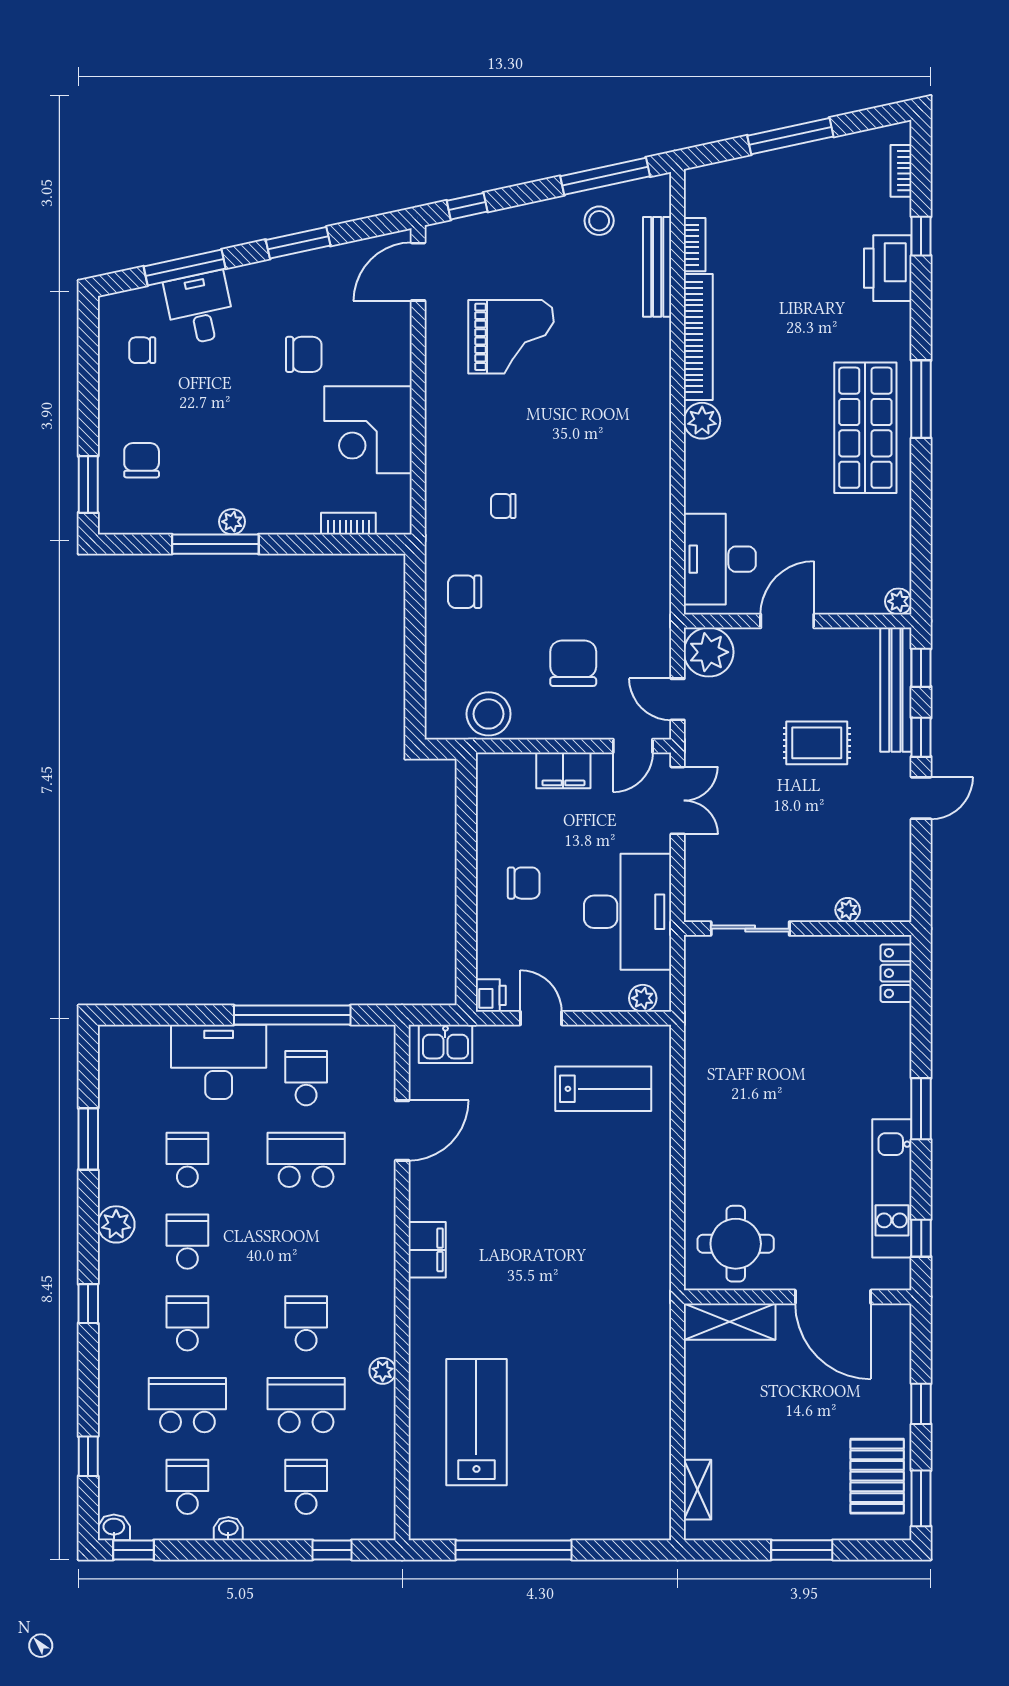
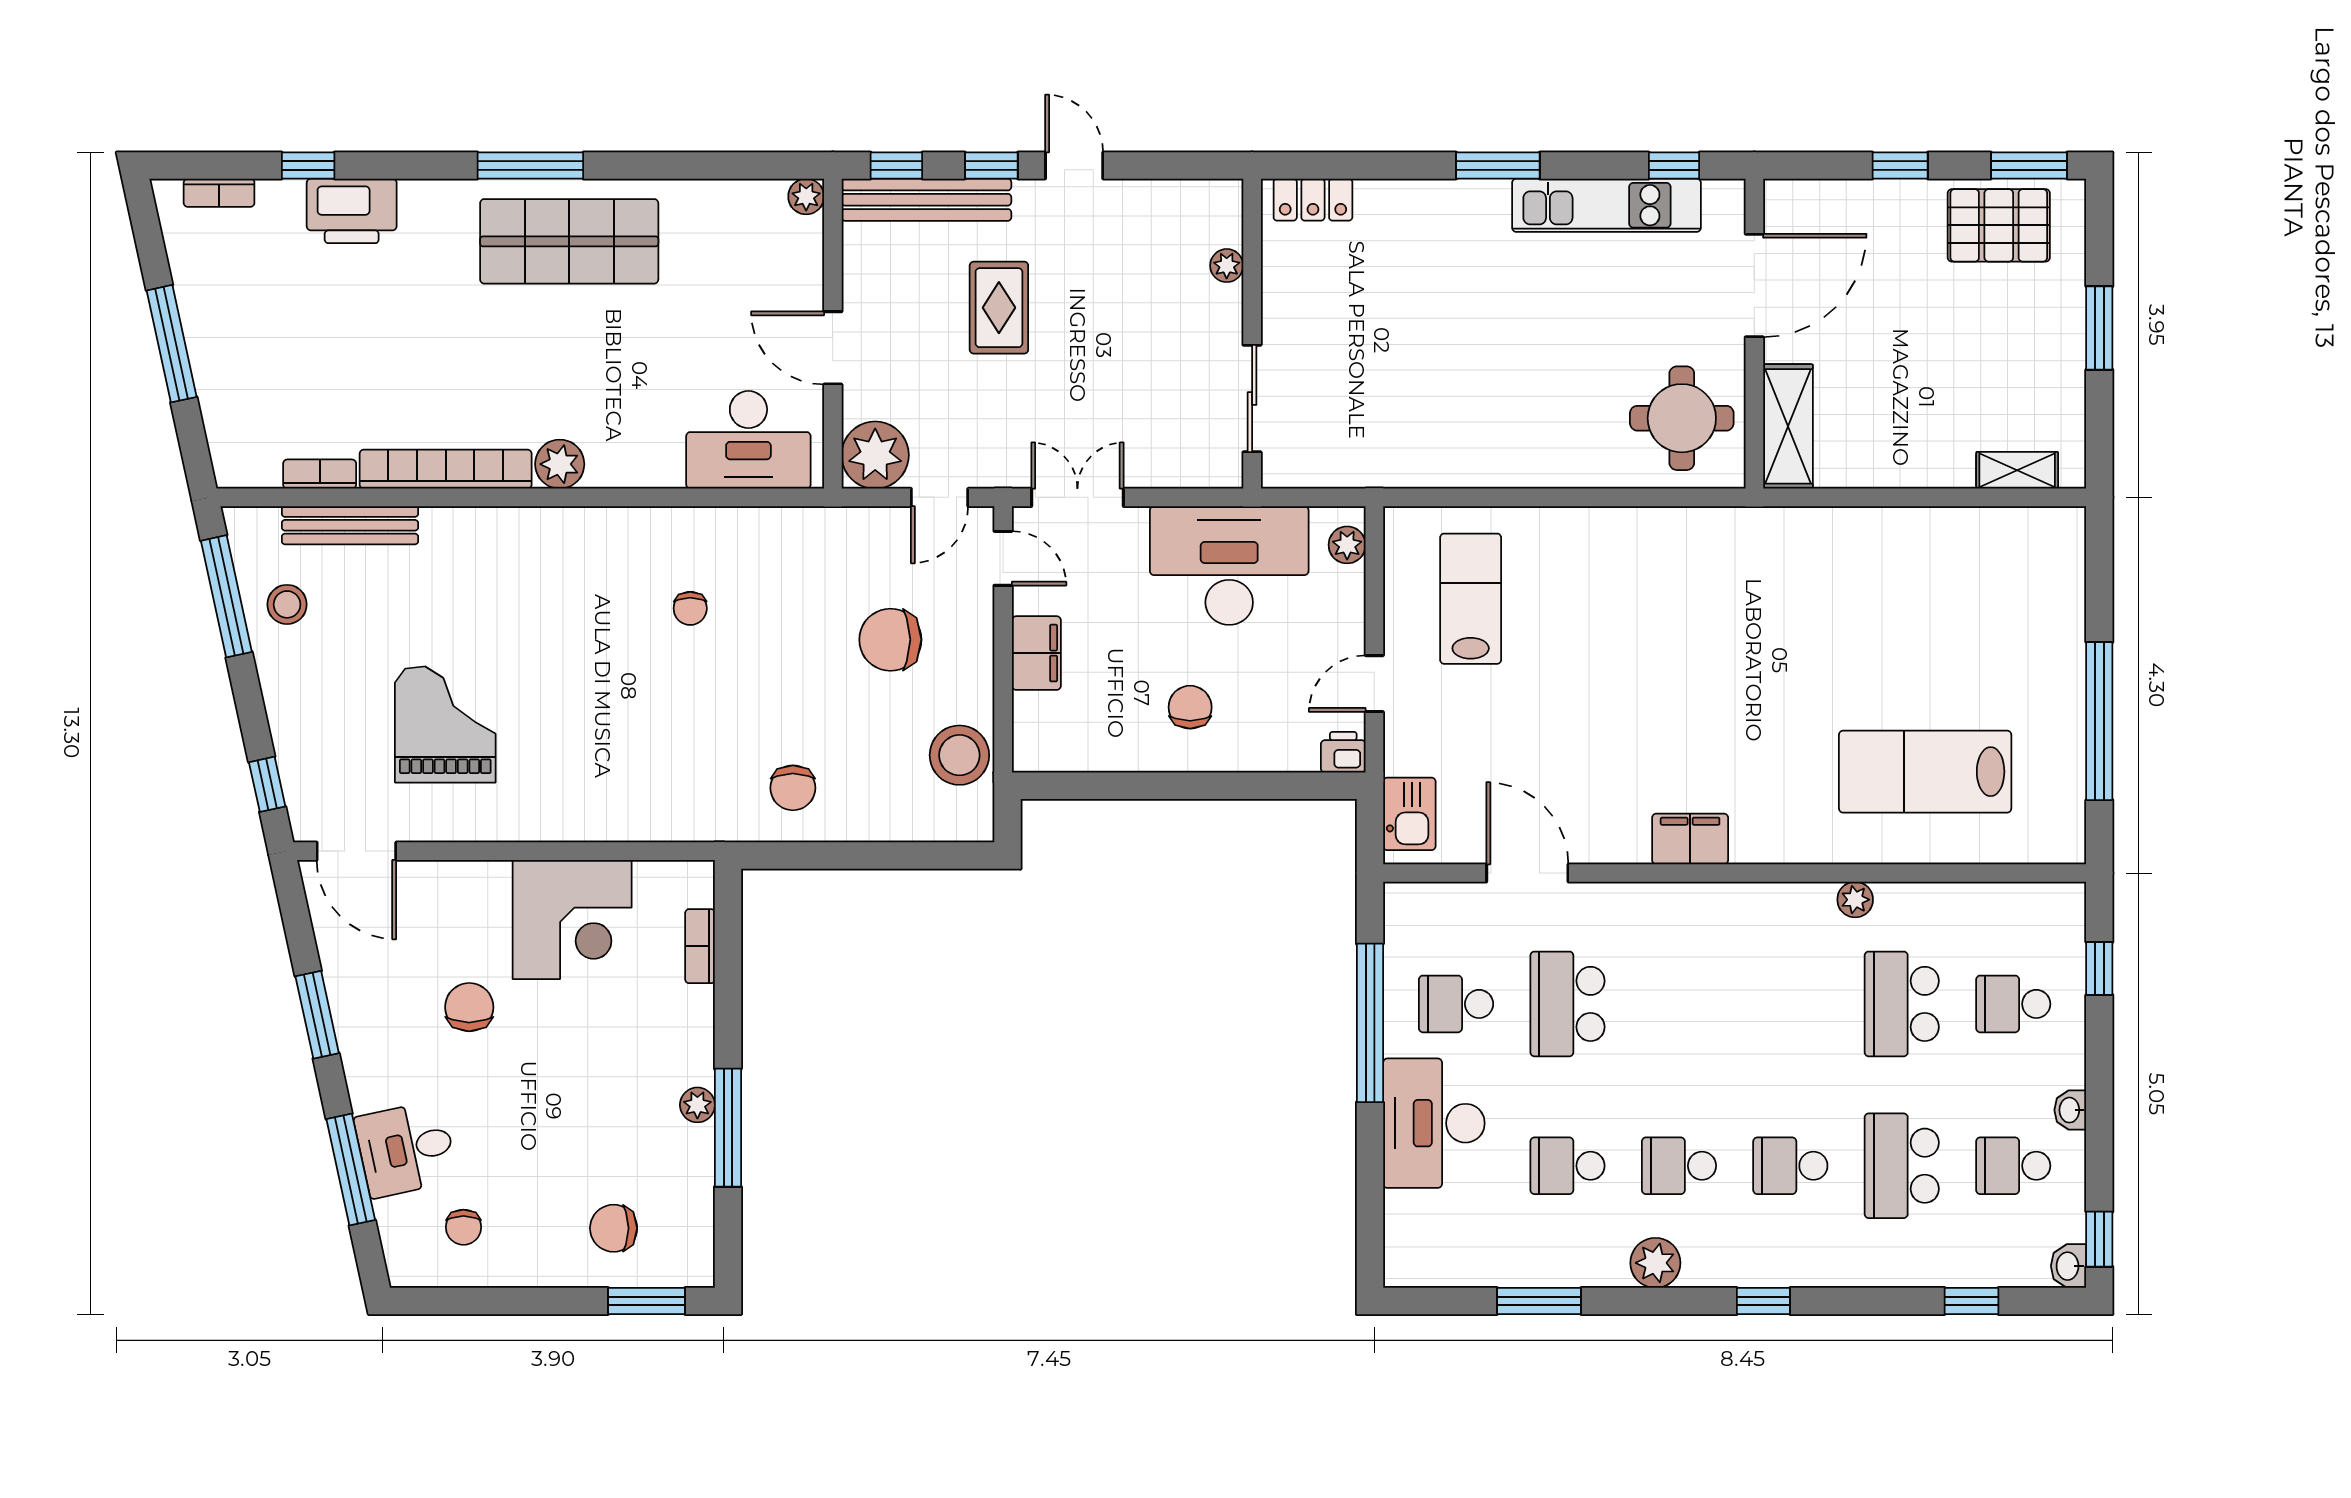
chair: (503, 506) -> (690, 608), moved
school desk: (306, 1323) -> (1790, 1004), removed

